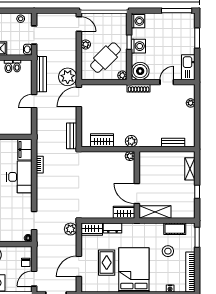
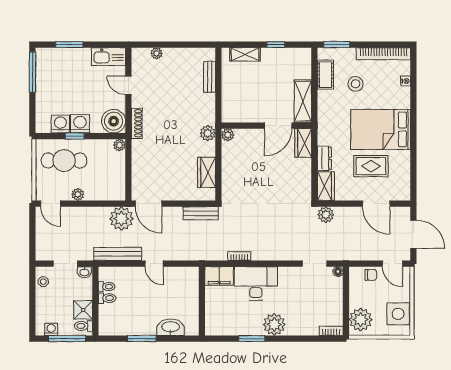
washing machine: (138, 21) -> (60, 124), moved
door: (79, 24) -> (50, 204), swing flipped
cafe table: (106, 58) -> (64, 161), moved, turned -45

